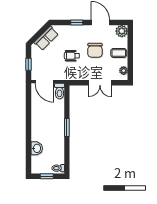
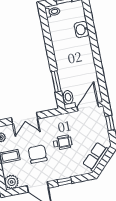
door: (44, 82) -> (88, 107), hinge flipped
double door: (100, 83) -> (25, 118), swing flipped
window: (67, 128) -> (56, 81), moved

